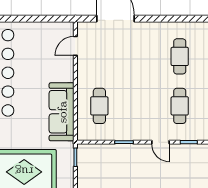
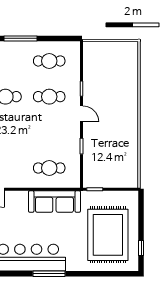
door: (160, 142) -> (82, 114), hinge flipped

